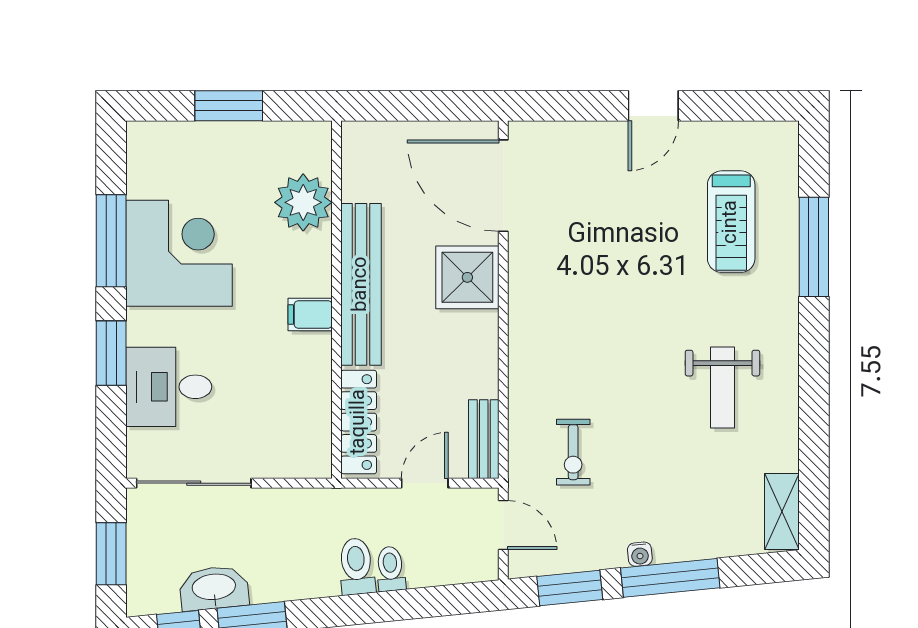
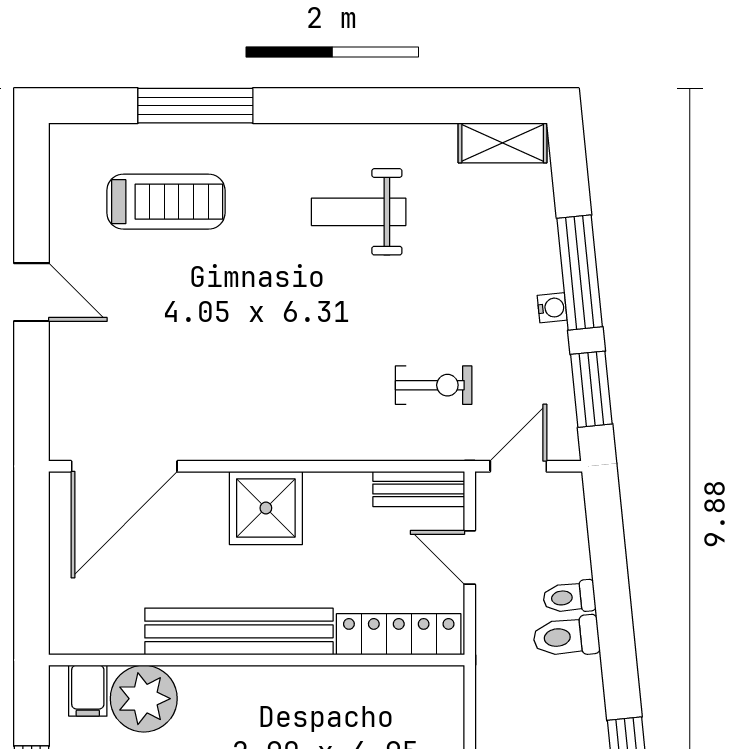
shower: (467, 277) -> (266, 508), moved
filing cabinet: (310, 315) -> (88, 691), moved
weight bench: (722, 387) -> (359, 212), turned 180

